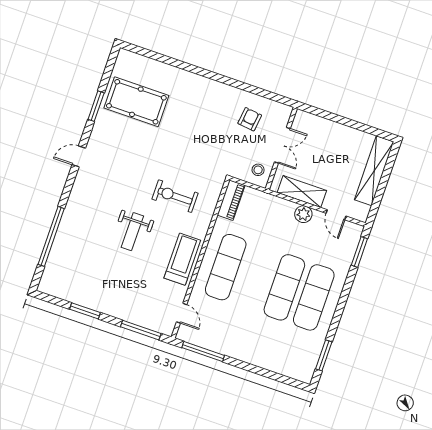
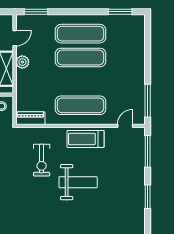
weight bench: (132, 232) -> (78, 182), width x1.36, depth x1.33

